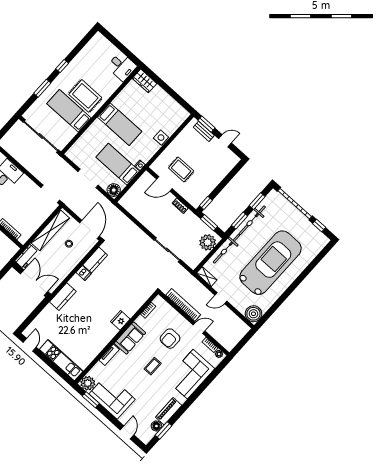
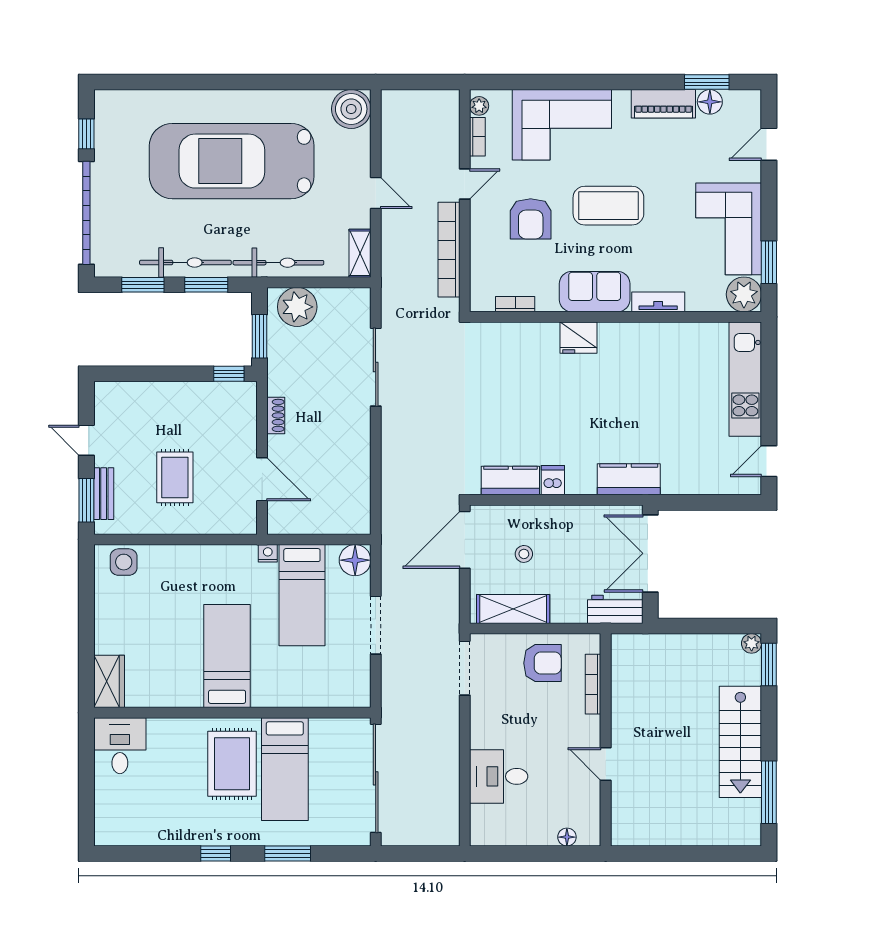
side table: (161, 138) -> (124, 562), moved
rug: (181, 169) -> (175, 477), moved
armchair: (30, 219) -> (542, 663), added
shelving: (50, 230) -> (513, 609), width x0.68
door: (199, 328) -> (465, 184), swing flipped
armchair: (170, 339) -> (531, 219), turned 90
coffee table: (153, 366) -> (608, 206), width x1.86, depth x1.72

